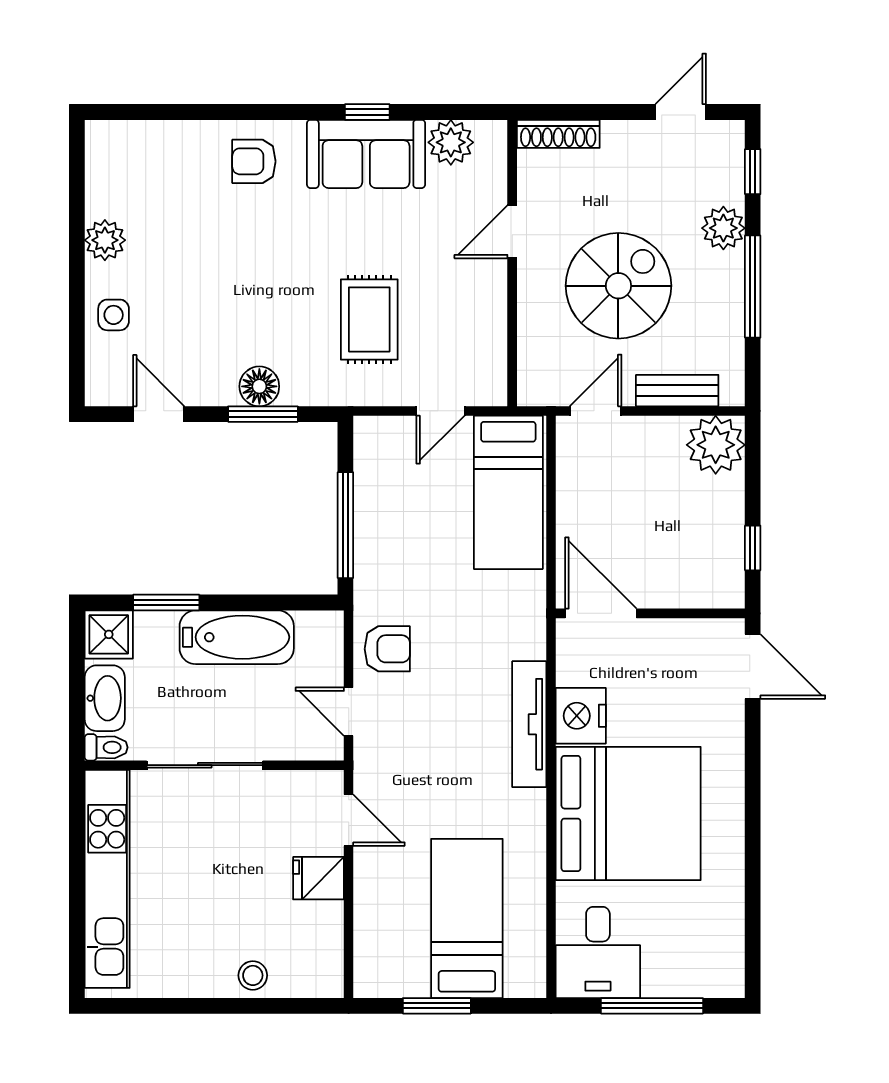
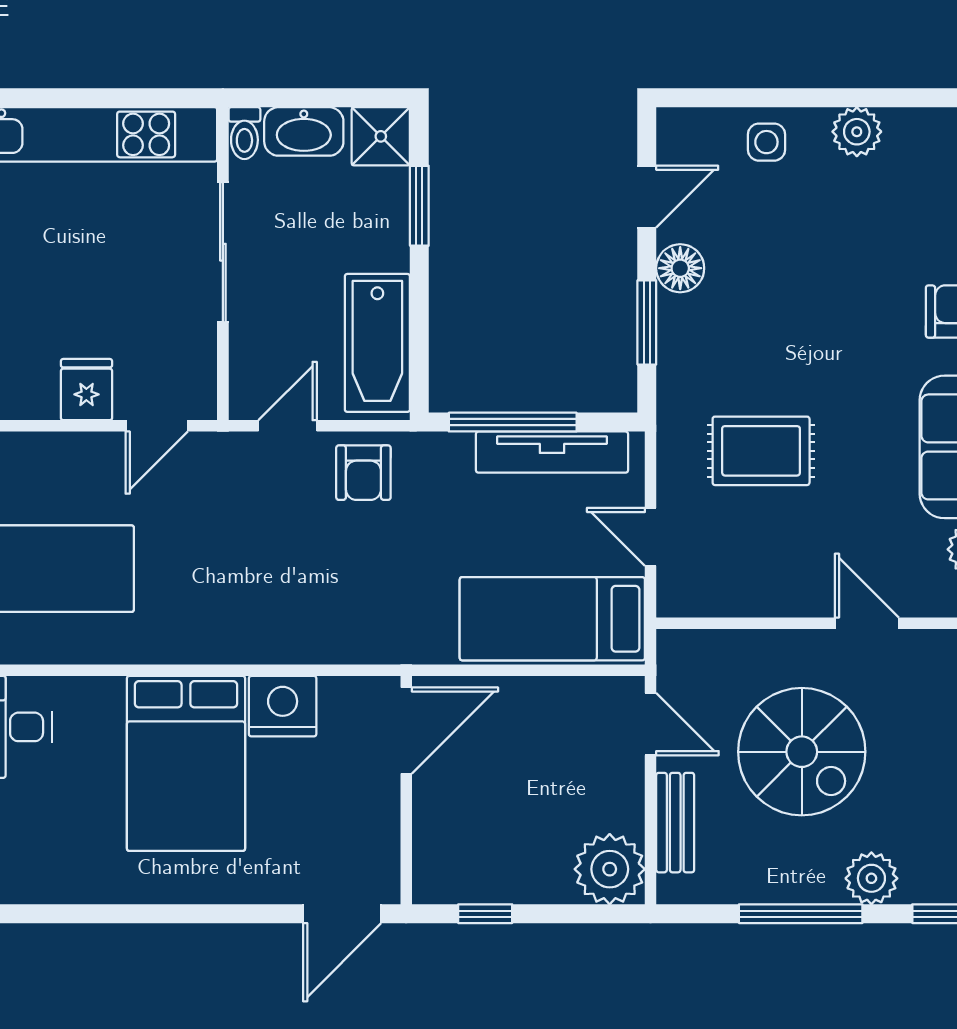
floor lamp: (259, 386) -> (680, 268), moved
bathtub: (237, 637) -> (377, 343), moved
tv unit: (529, 724) -> (552, 452), moved, turned 180
bed: (628, 814) -> (186, 763), width x0.73

